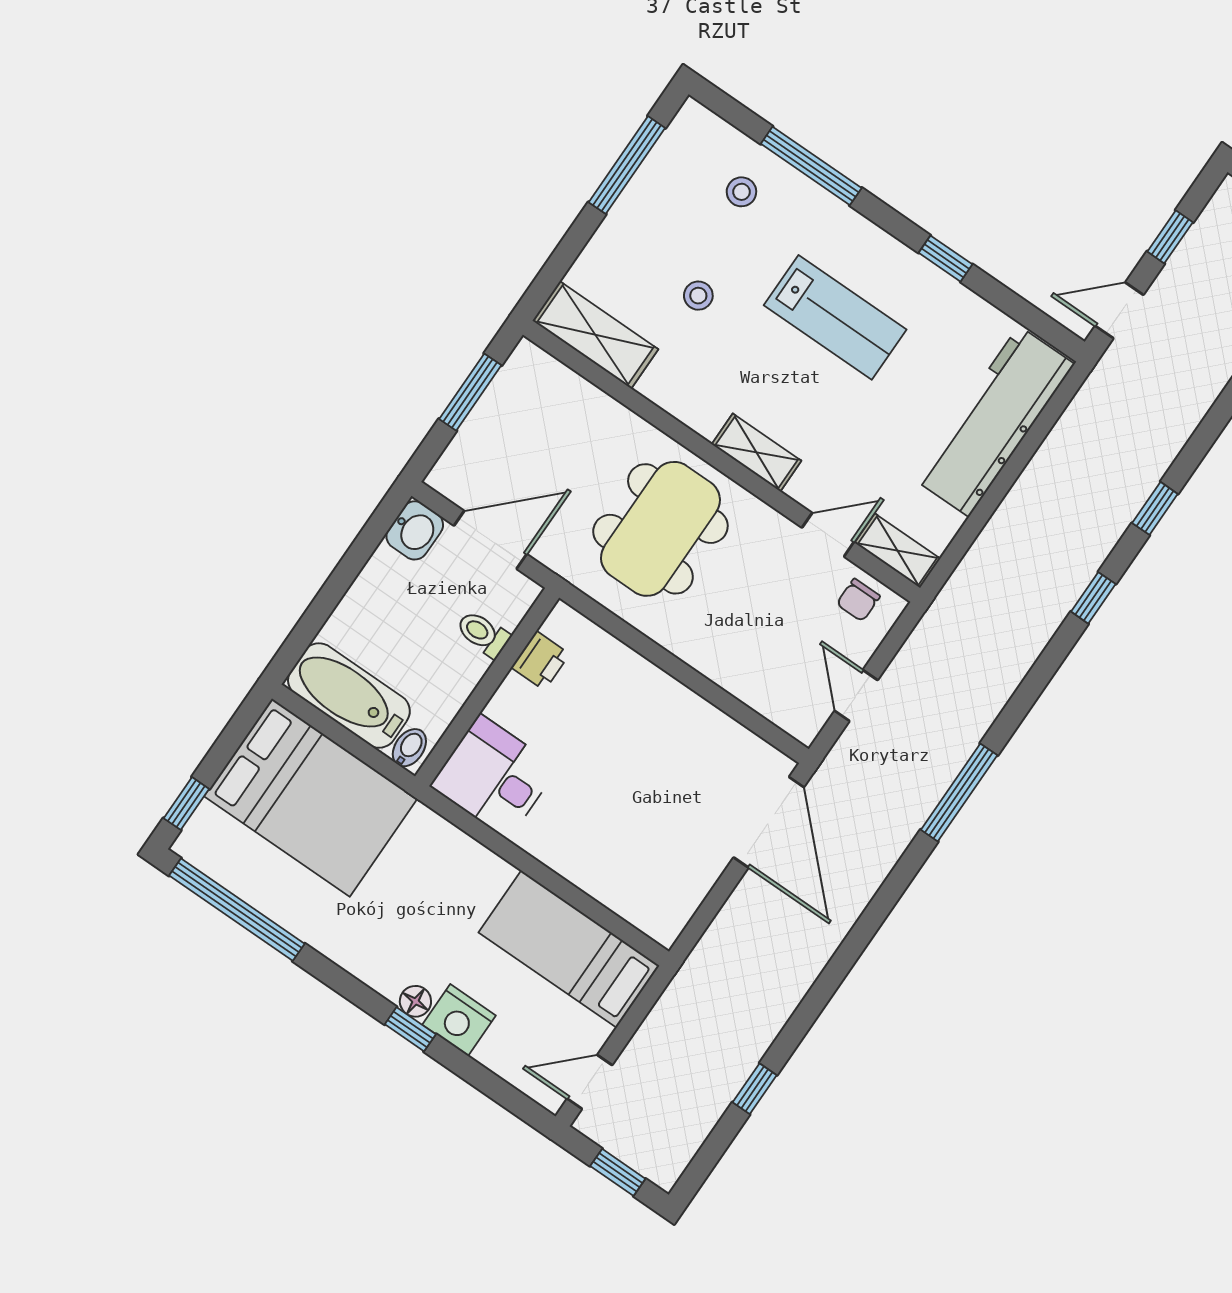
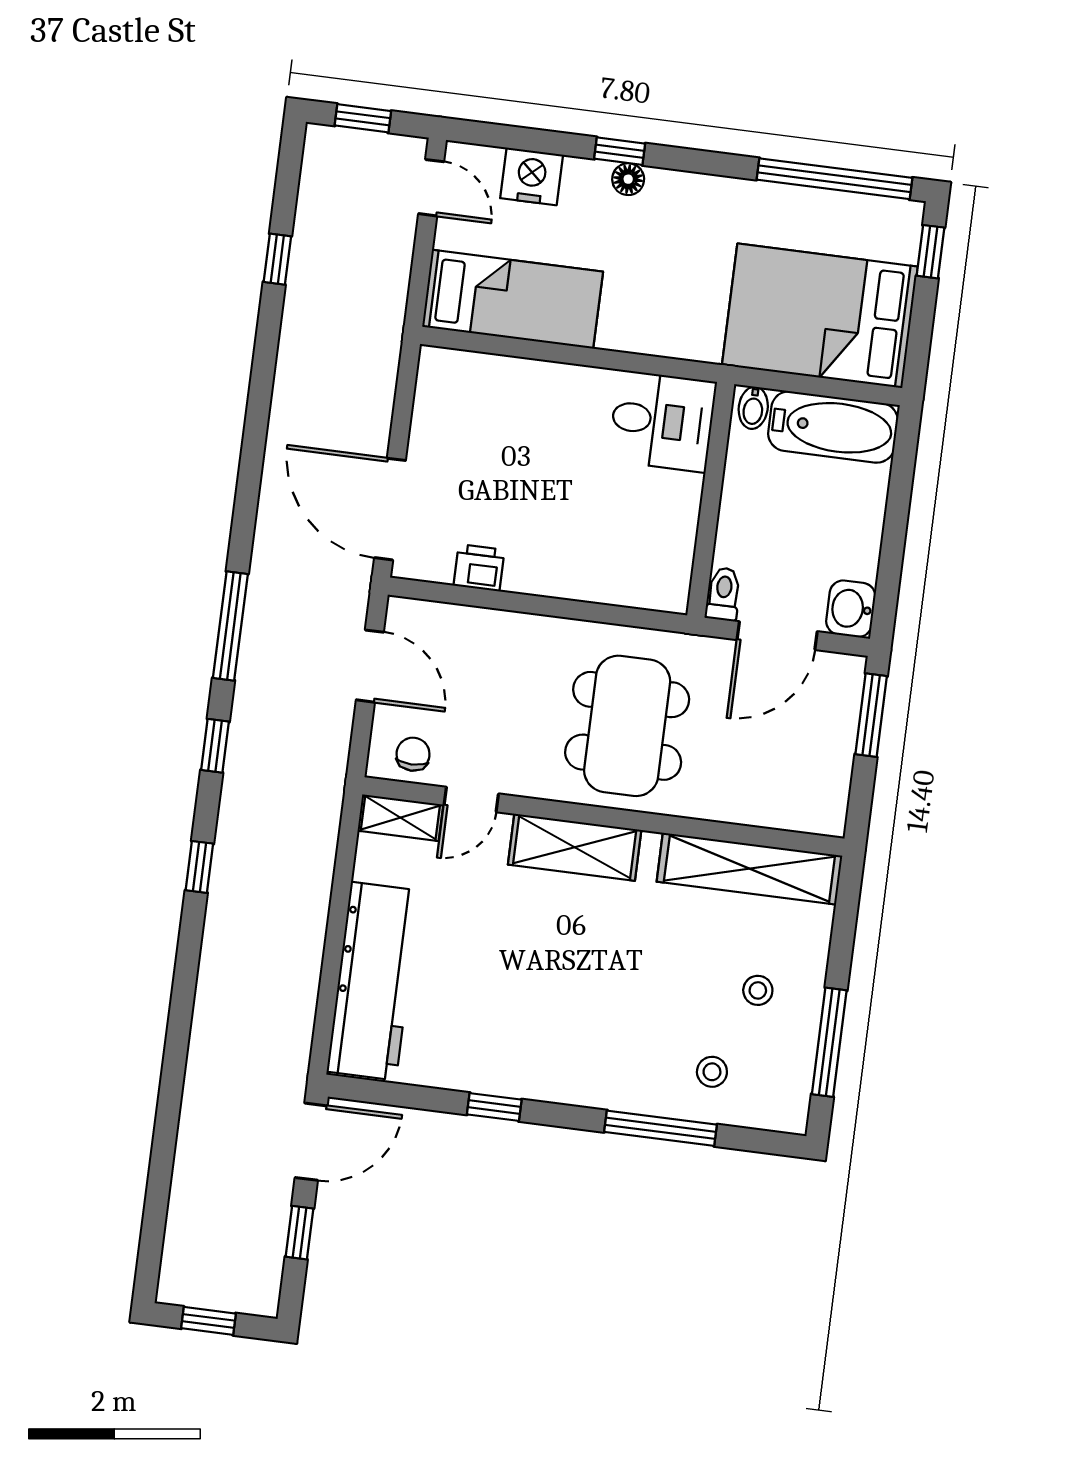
stool: (698, 296) -> (758, 990), moved
door: (1119, 310) -> (311, 1142), width x1.38
lab bench: (835, 317) -> (567, 1001), removed
shelving: (595, 335) -> (749, 869), width x1.47
window: (470, 392) -> (871, 715), moved
shelving: (757, 452) -> (575, 847), width x1.50, depth x1.33
window: (1155, 508) -> (215, 746), moved
toilet: (483, 634) -> (723, 594), moved, turned -90
printer: (540, 661) -> (479, 568), moved, turned 90
door: (856, 695) -> (370, 666), width x1.38
nightstand: (459, 1020) -> (532, 176), moved
door: (590, 1082) -> (431, 188), hinge flipped

